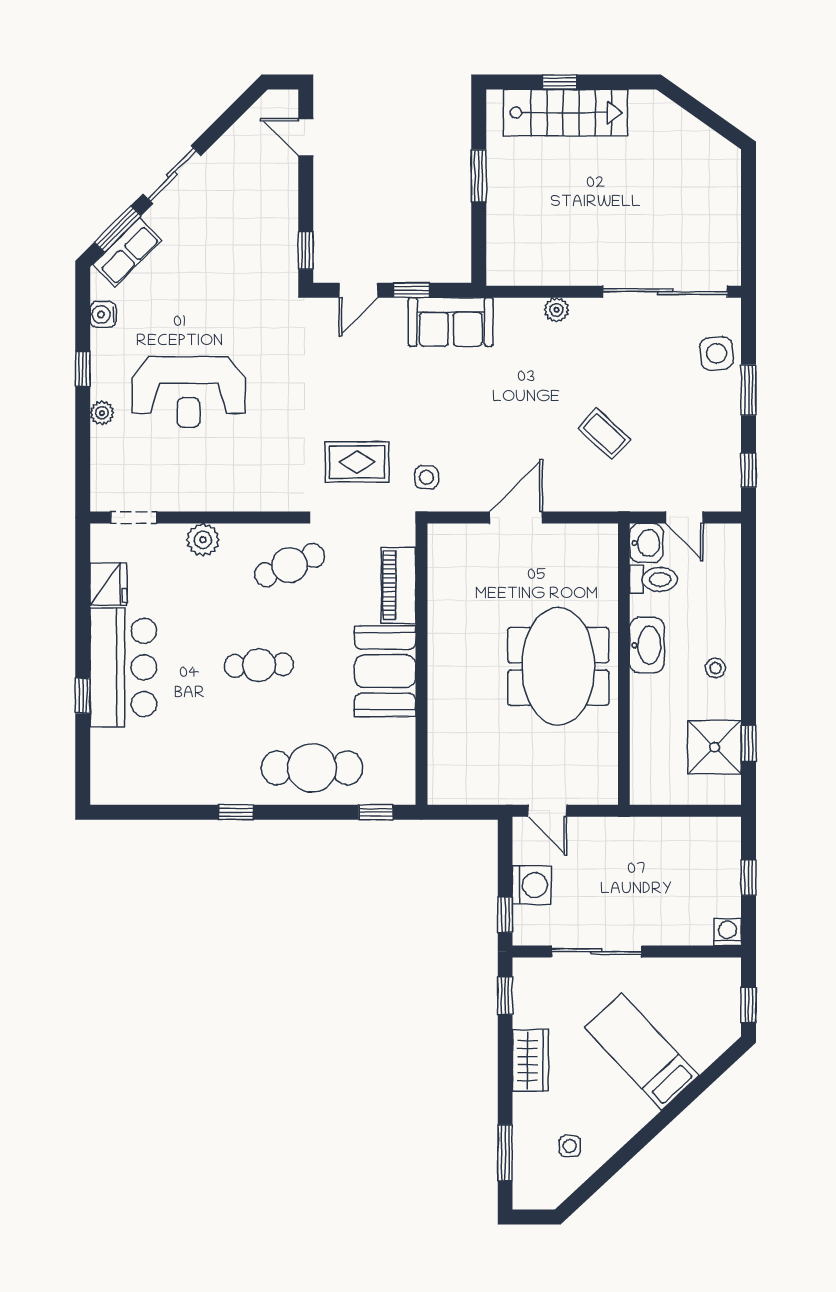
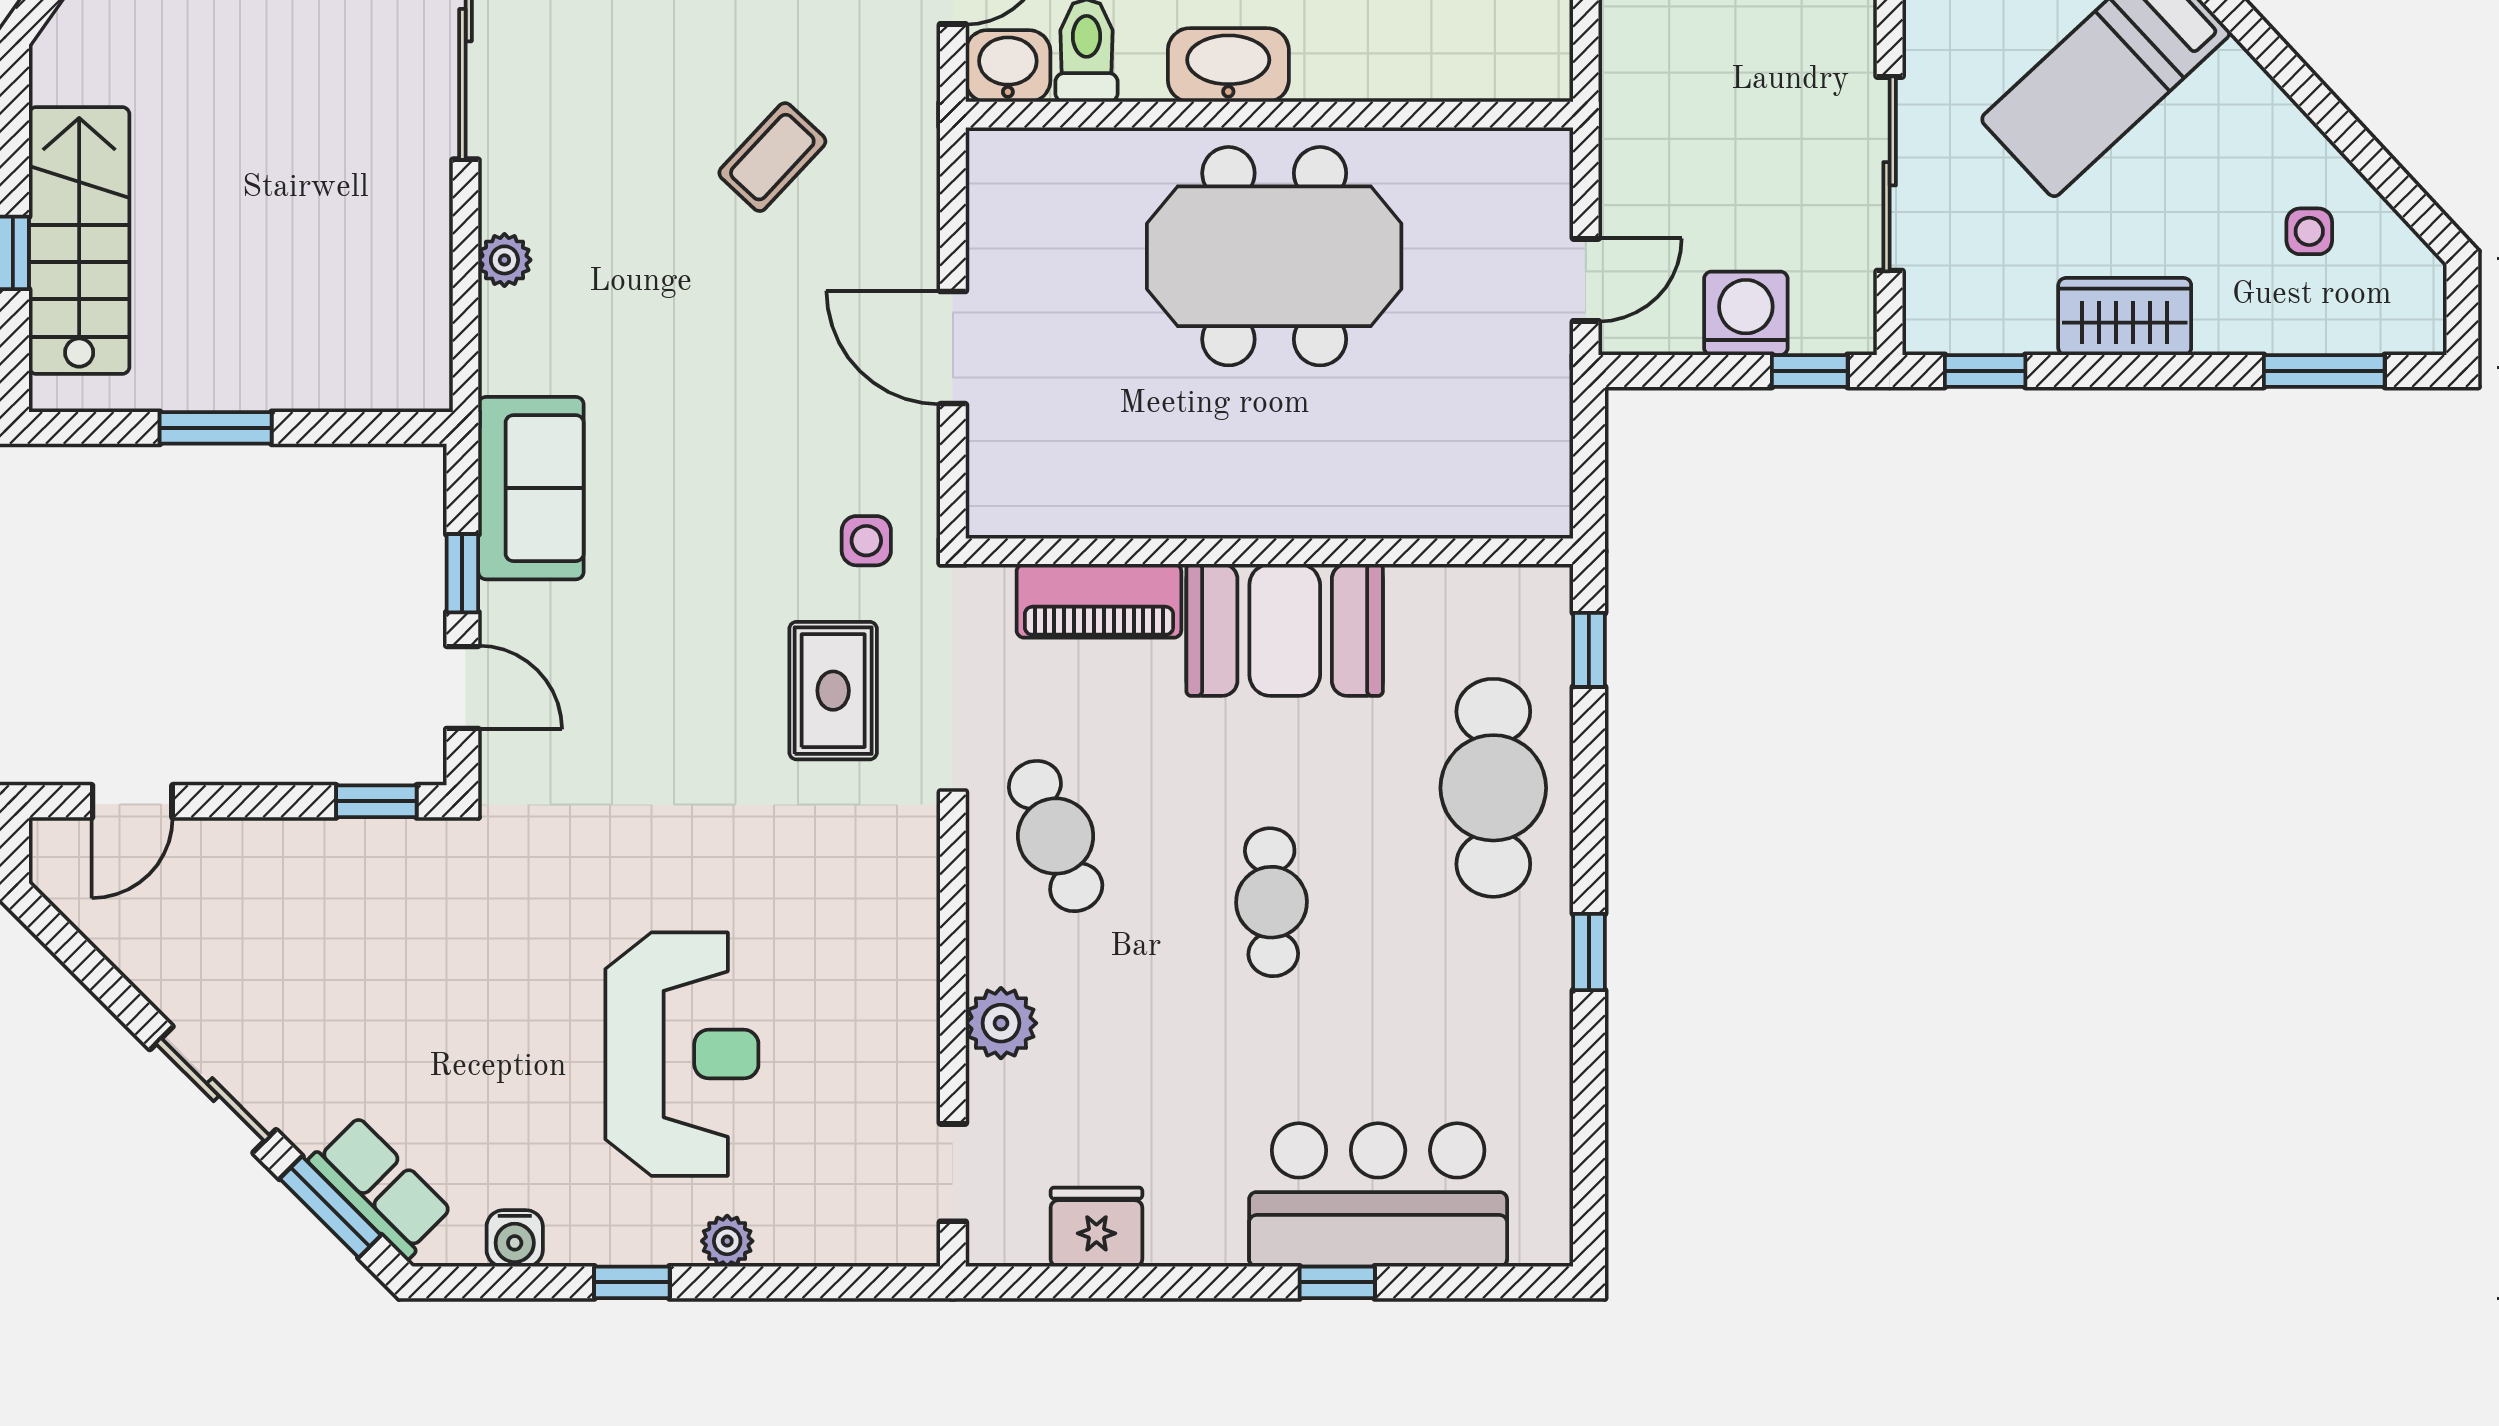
bar counter: (123, 667) -> (1378, 1195), moved

